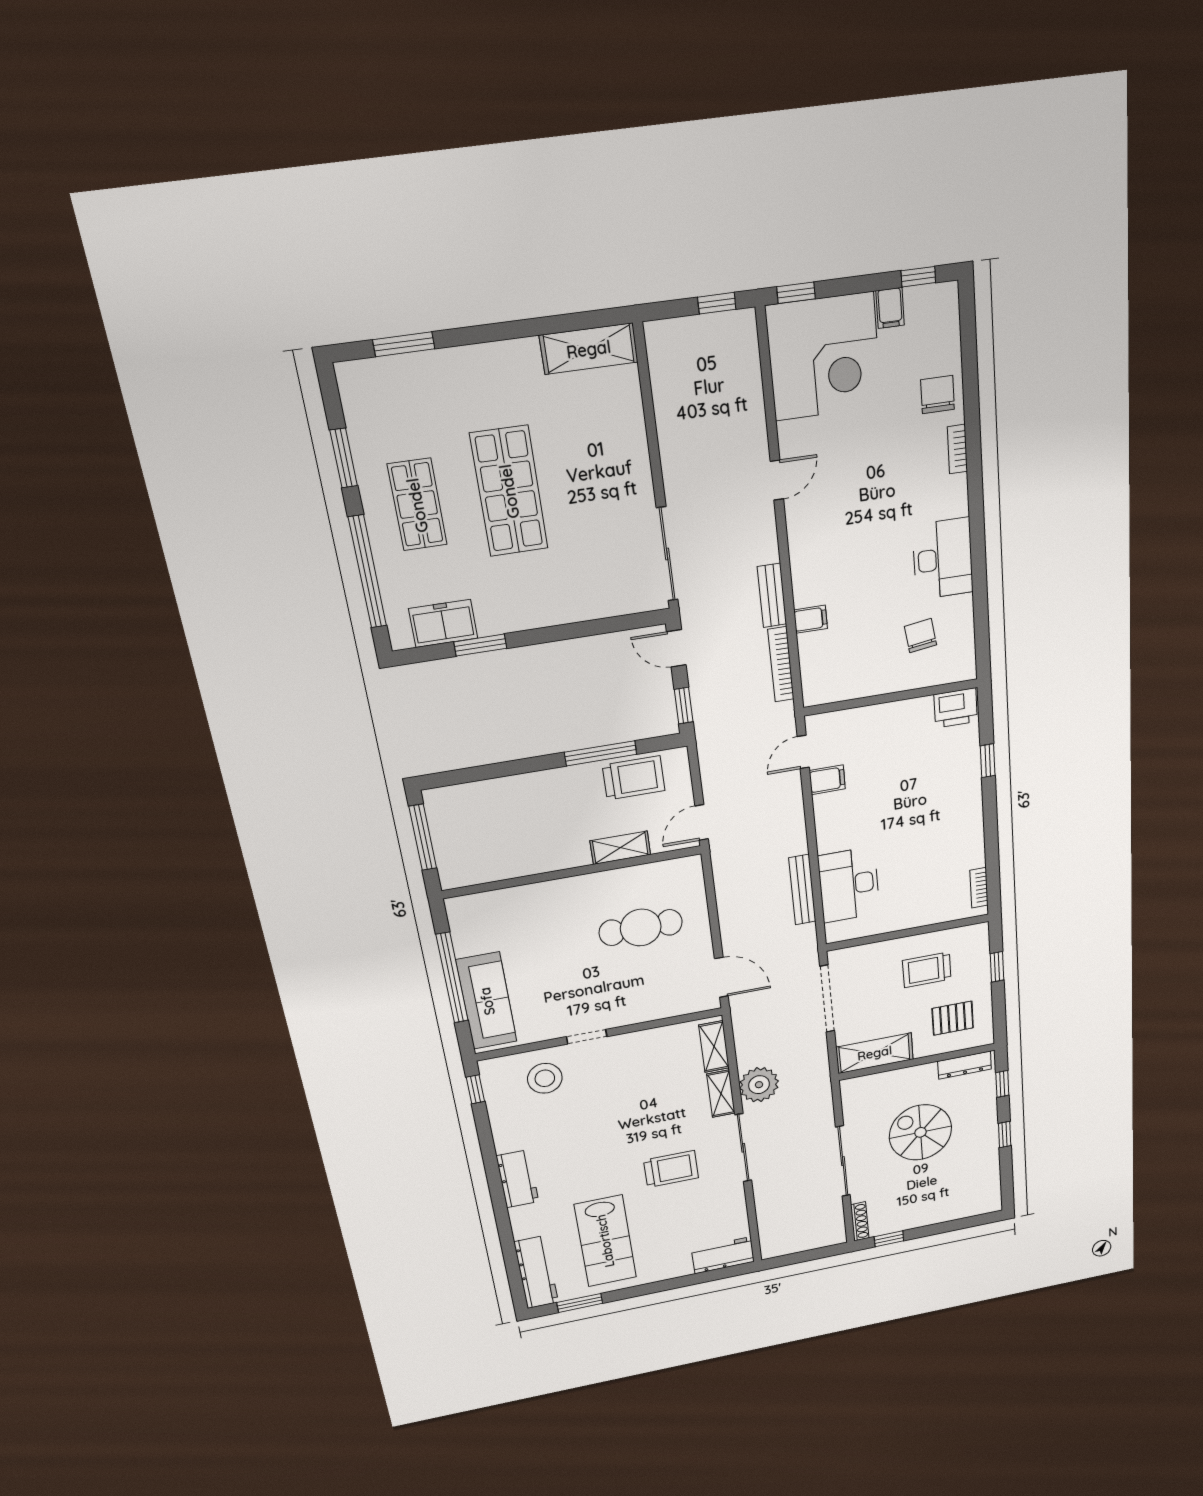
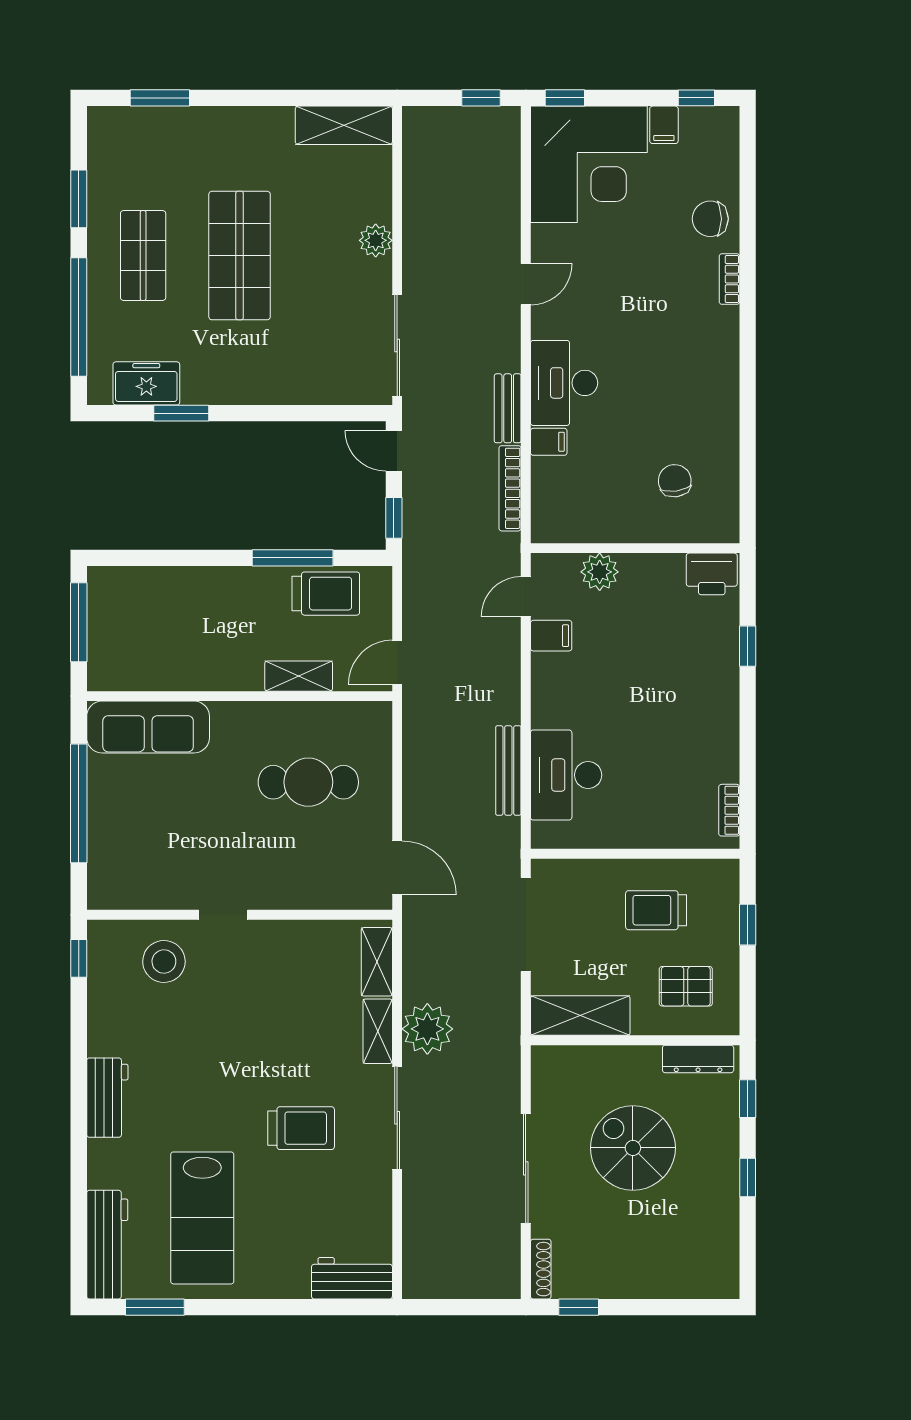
chair: (937, 395) -> (710, 219), turned -90
plant: (635, 459) -> (376, 240), added
desk: (943, 559) -> (564, 383), moved, turned 180
plant: (863, 722) -> (600, 572), added
sofa: (487, 1001) -> (148, 727), moved, turned 90

